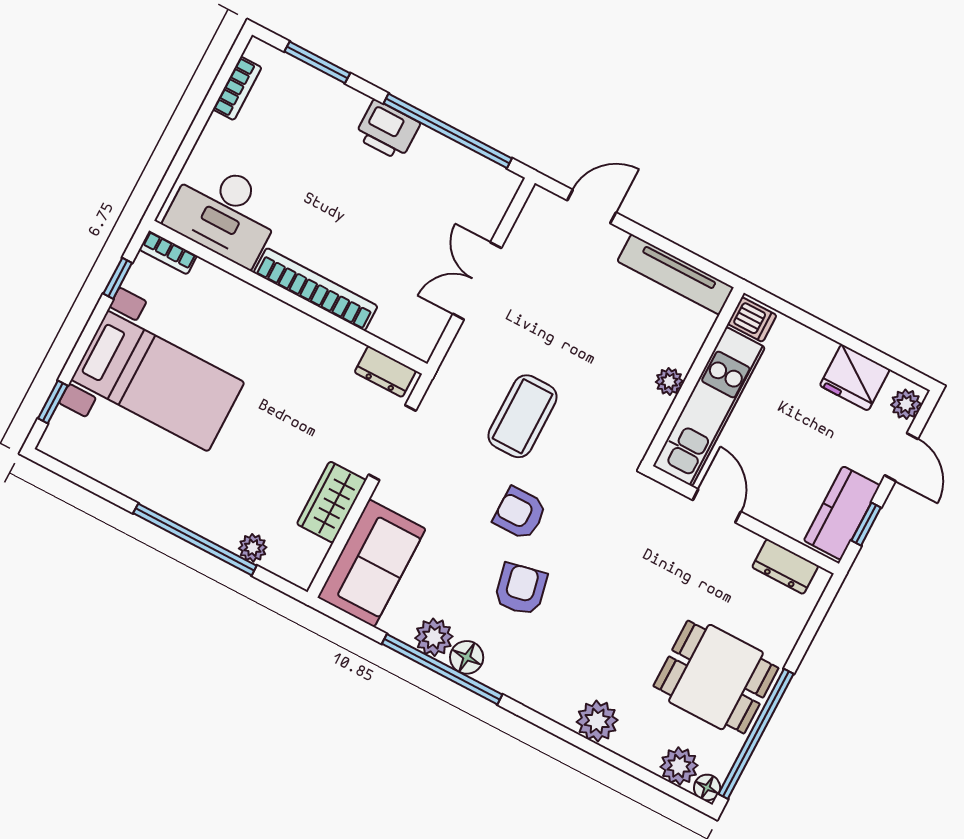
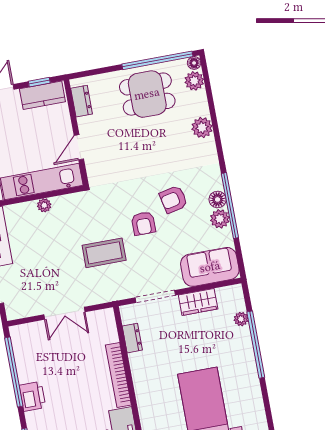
dresser: (385, 372) -> (132, 338), moved
dining table: (716, 677) -> (147, 94), turned 90

